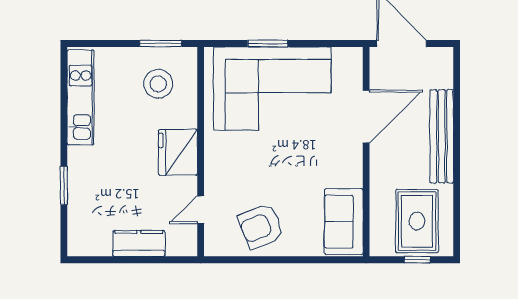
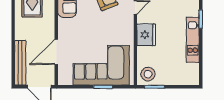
stool: (158, 84) -> (148, 74), moved
kitchen unit: (81, 97) -> (193, 40), moved
bench: (442, 136) -> (20, 63), moved

